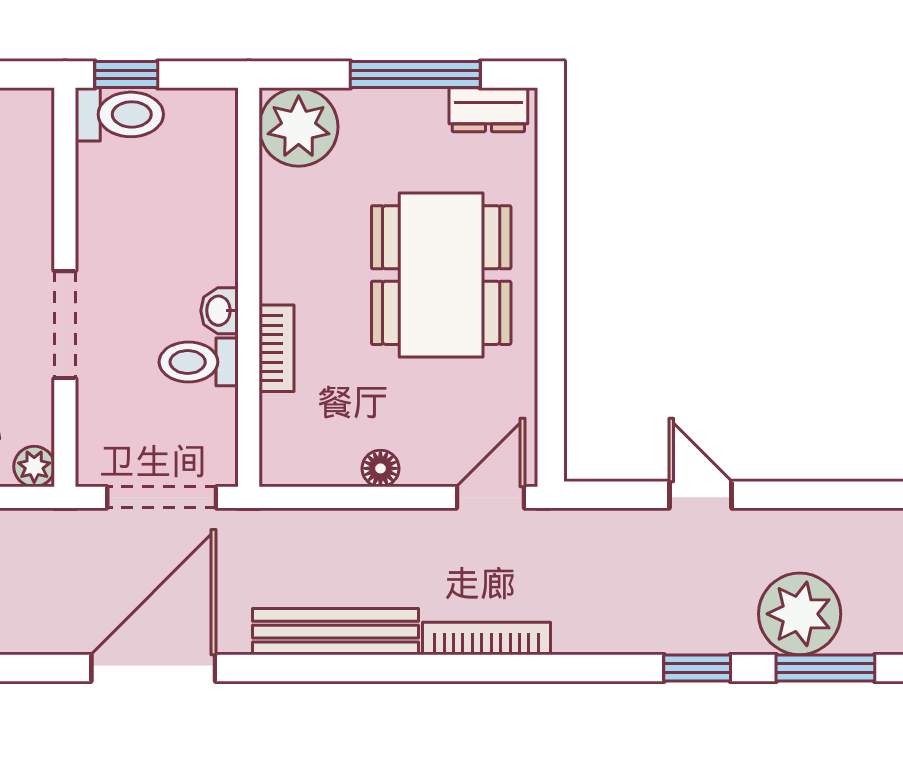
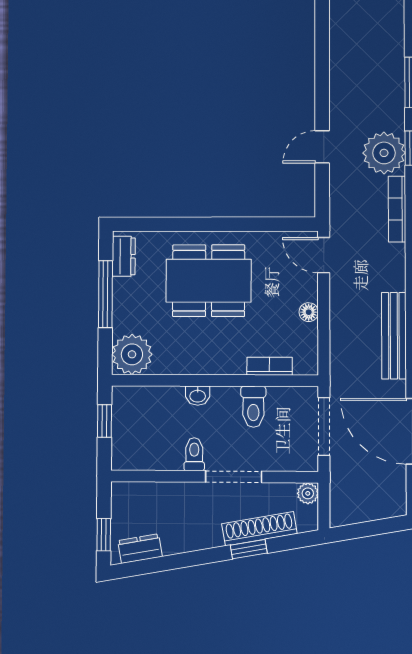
window: (126, 75) -> (105, 421), moved
toilet: (119, 114) -> (194, 454), moved, width x0.73, depth x0.72
washbasin: (220, 311) -> (198, 396), moved
bookcase: (277, 348) -> (269, 366), moved
plant: (800, 614) -> (384, 153), moved
bookcase: (486, 638) -> (397, 209), moved

